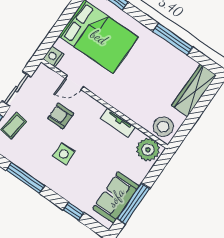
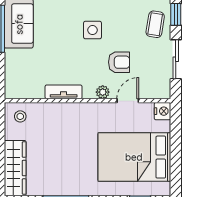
stool: (163, 127) -> (20, 116), width x0.53, depth x0.53
plant: (148, 150) -> (103, 92), moved, width x0.53, depth x0.53

